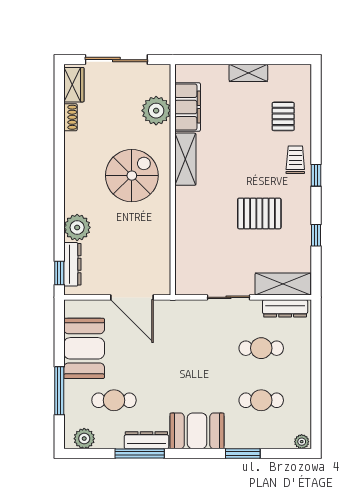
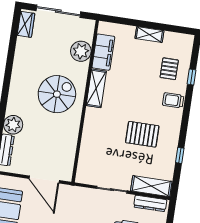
shoe rack: (70, 117) -> (20, 47), removed
trolley: (295, 160) -> (173, 100), turned -90
window: (316, 175) -> (192, 77), moved

